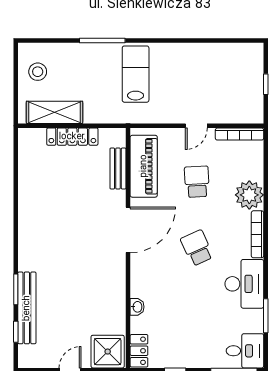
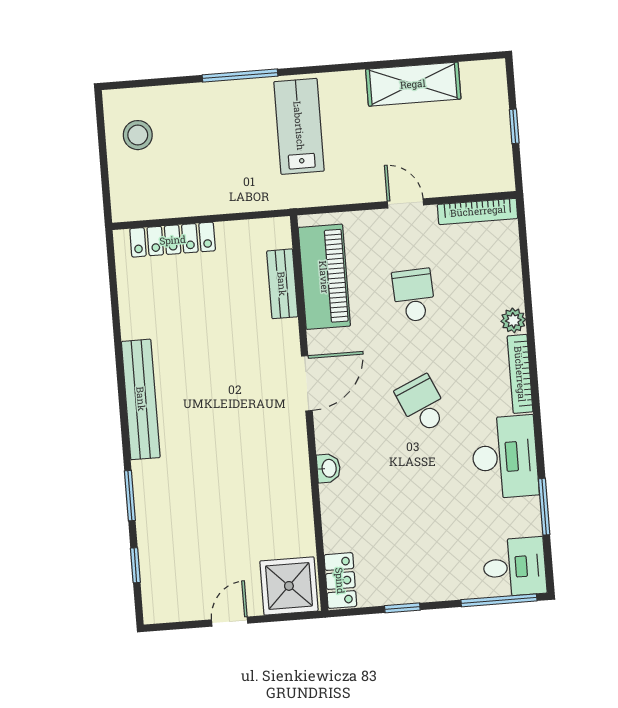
shelving: (54, 112) -> (413, 84), moved
door: (196, 126) -> (405, 203), swing flipped
locker: (72, 137) -> (173, 240), moved
plant: (249, 195) -> (513, 320), width x0.53, depth x0.53
door: (128, 230) -> (307, 383), width x0.73
washbasin: (137, 307) -> (328, 468), moved
bench: (27, 308) -> (141, 399), moved

